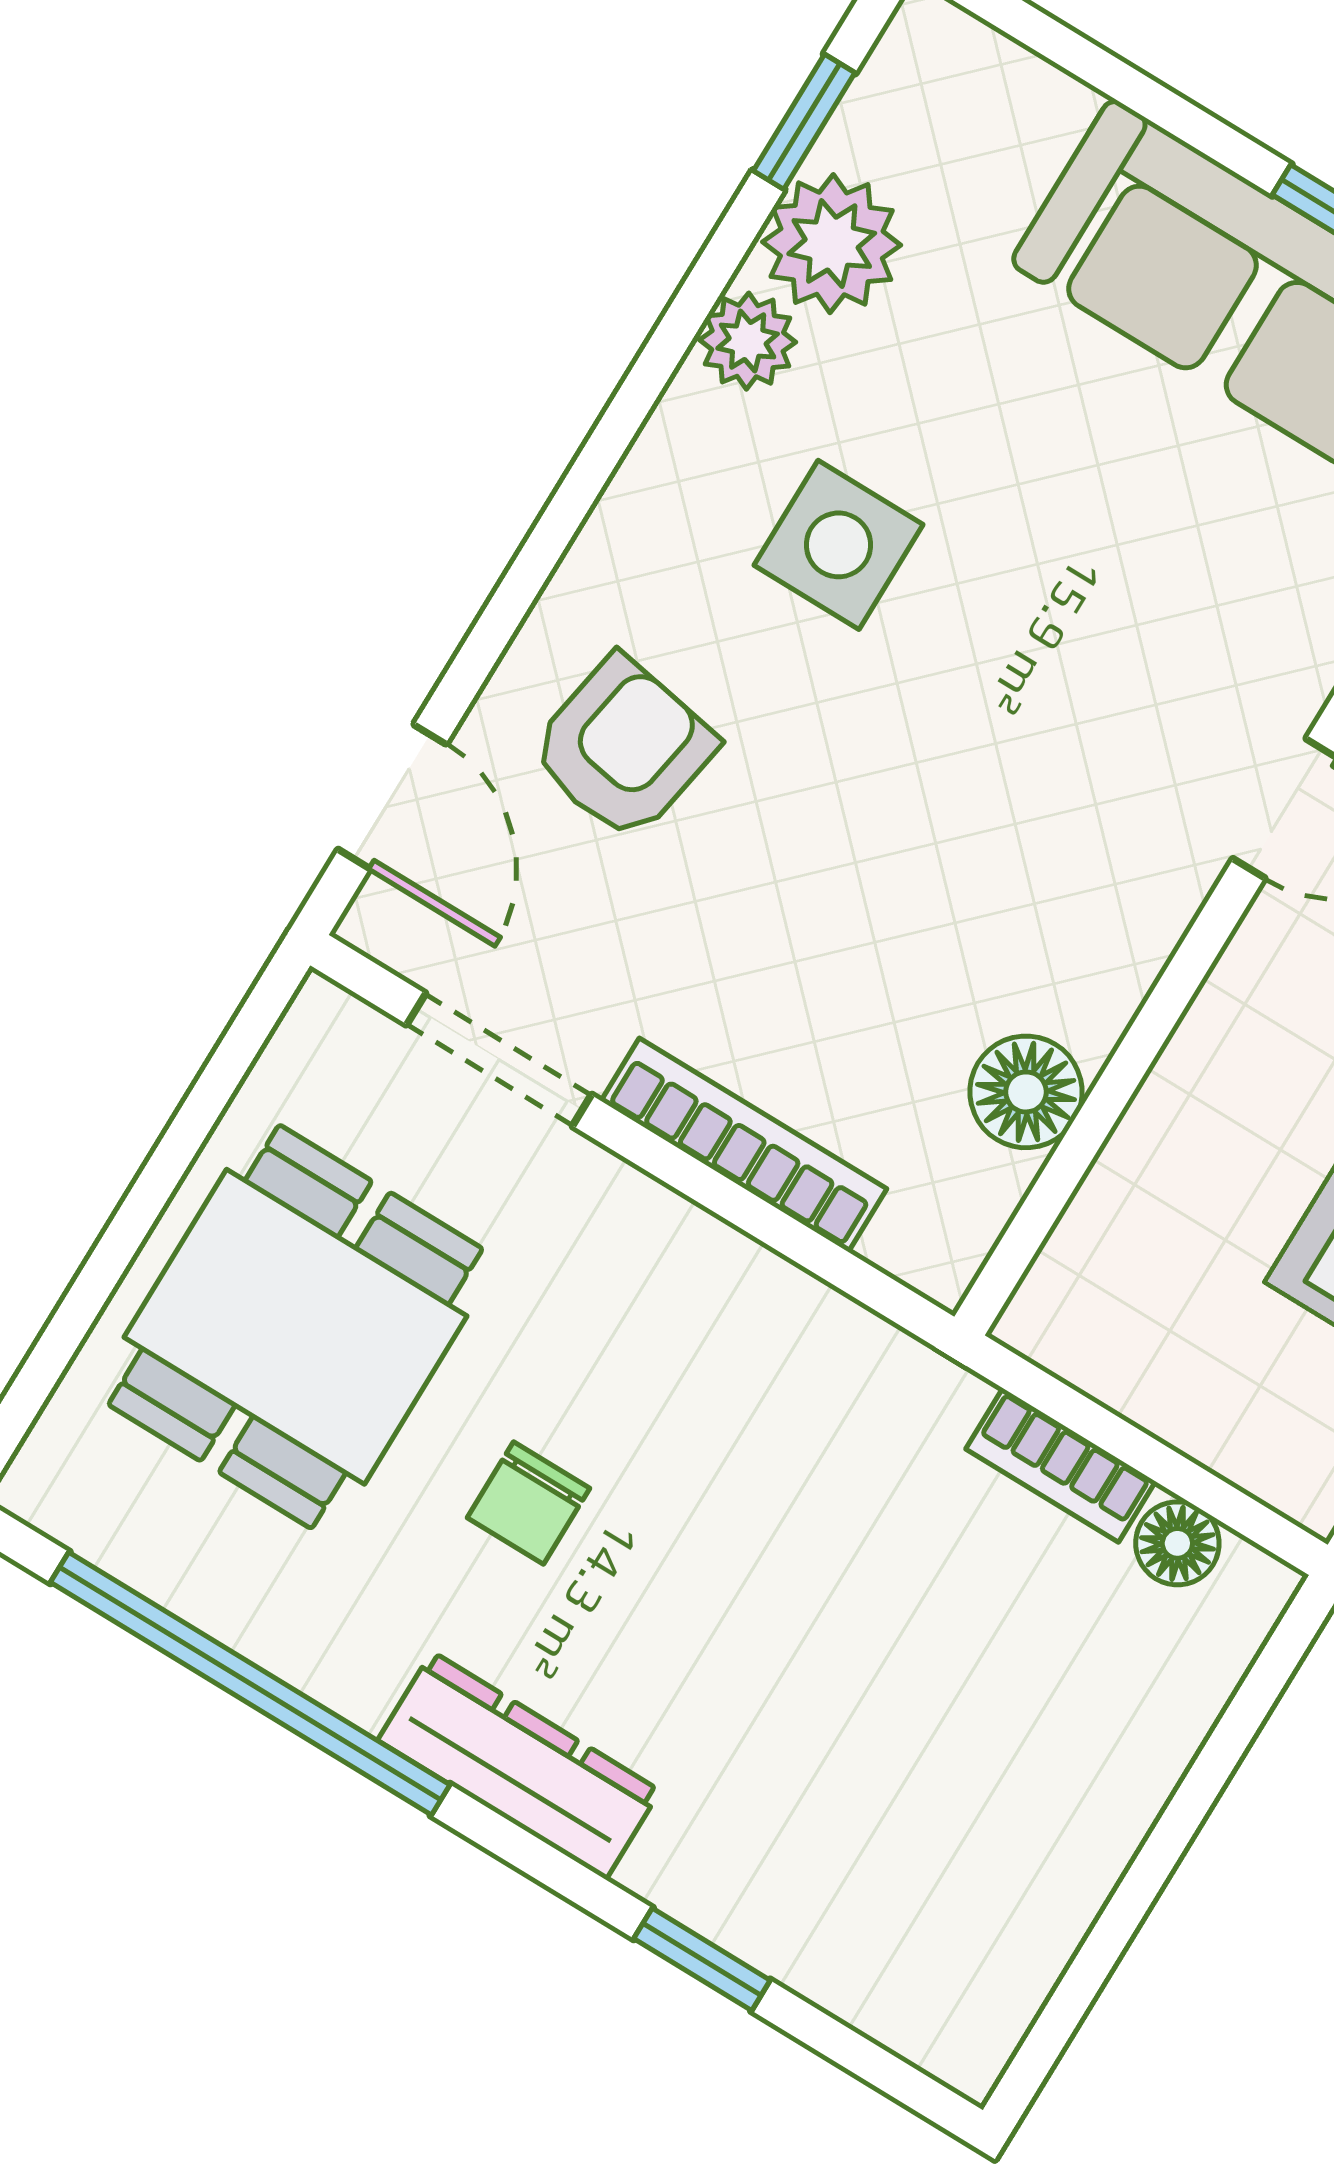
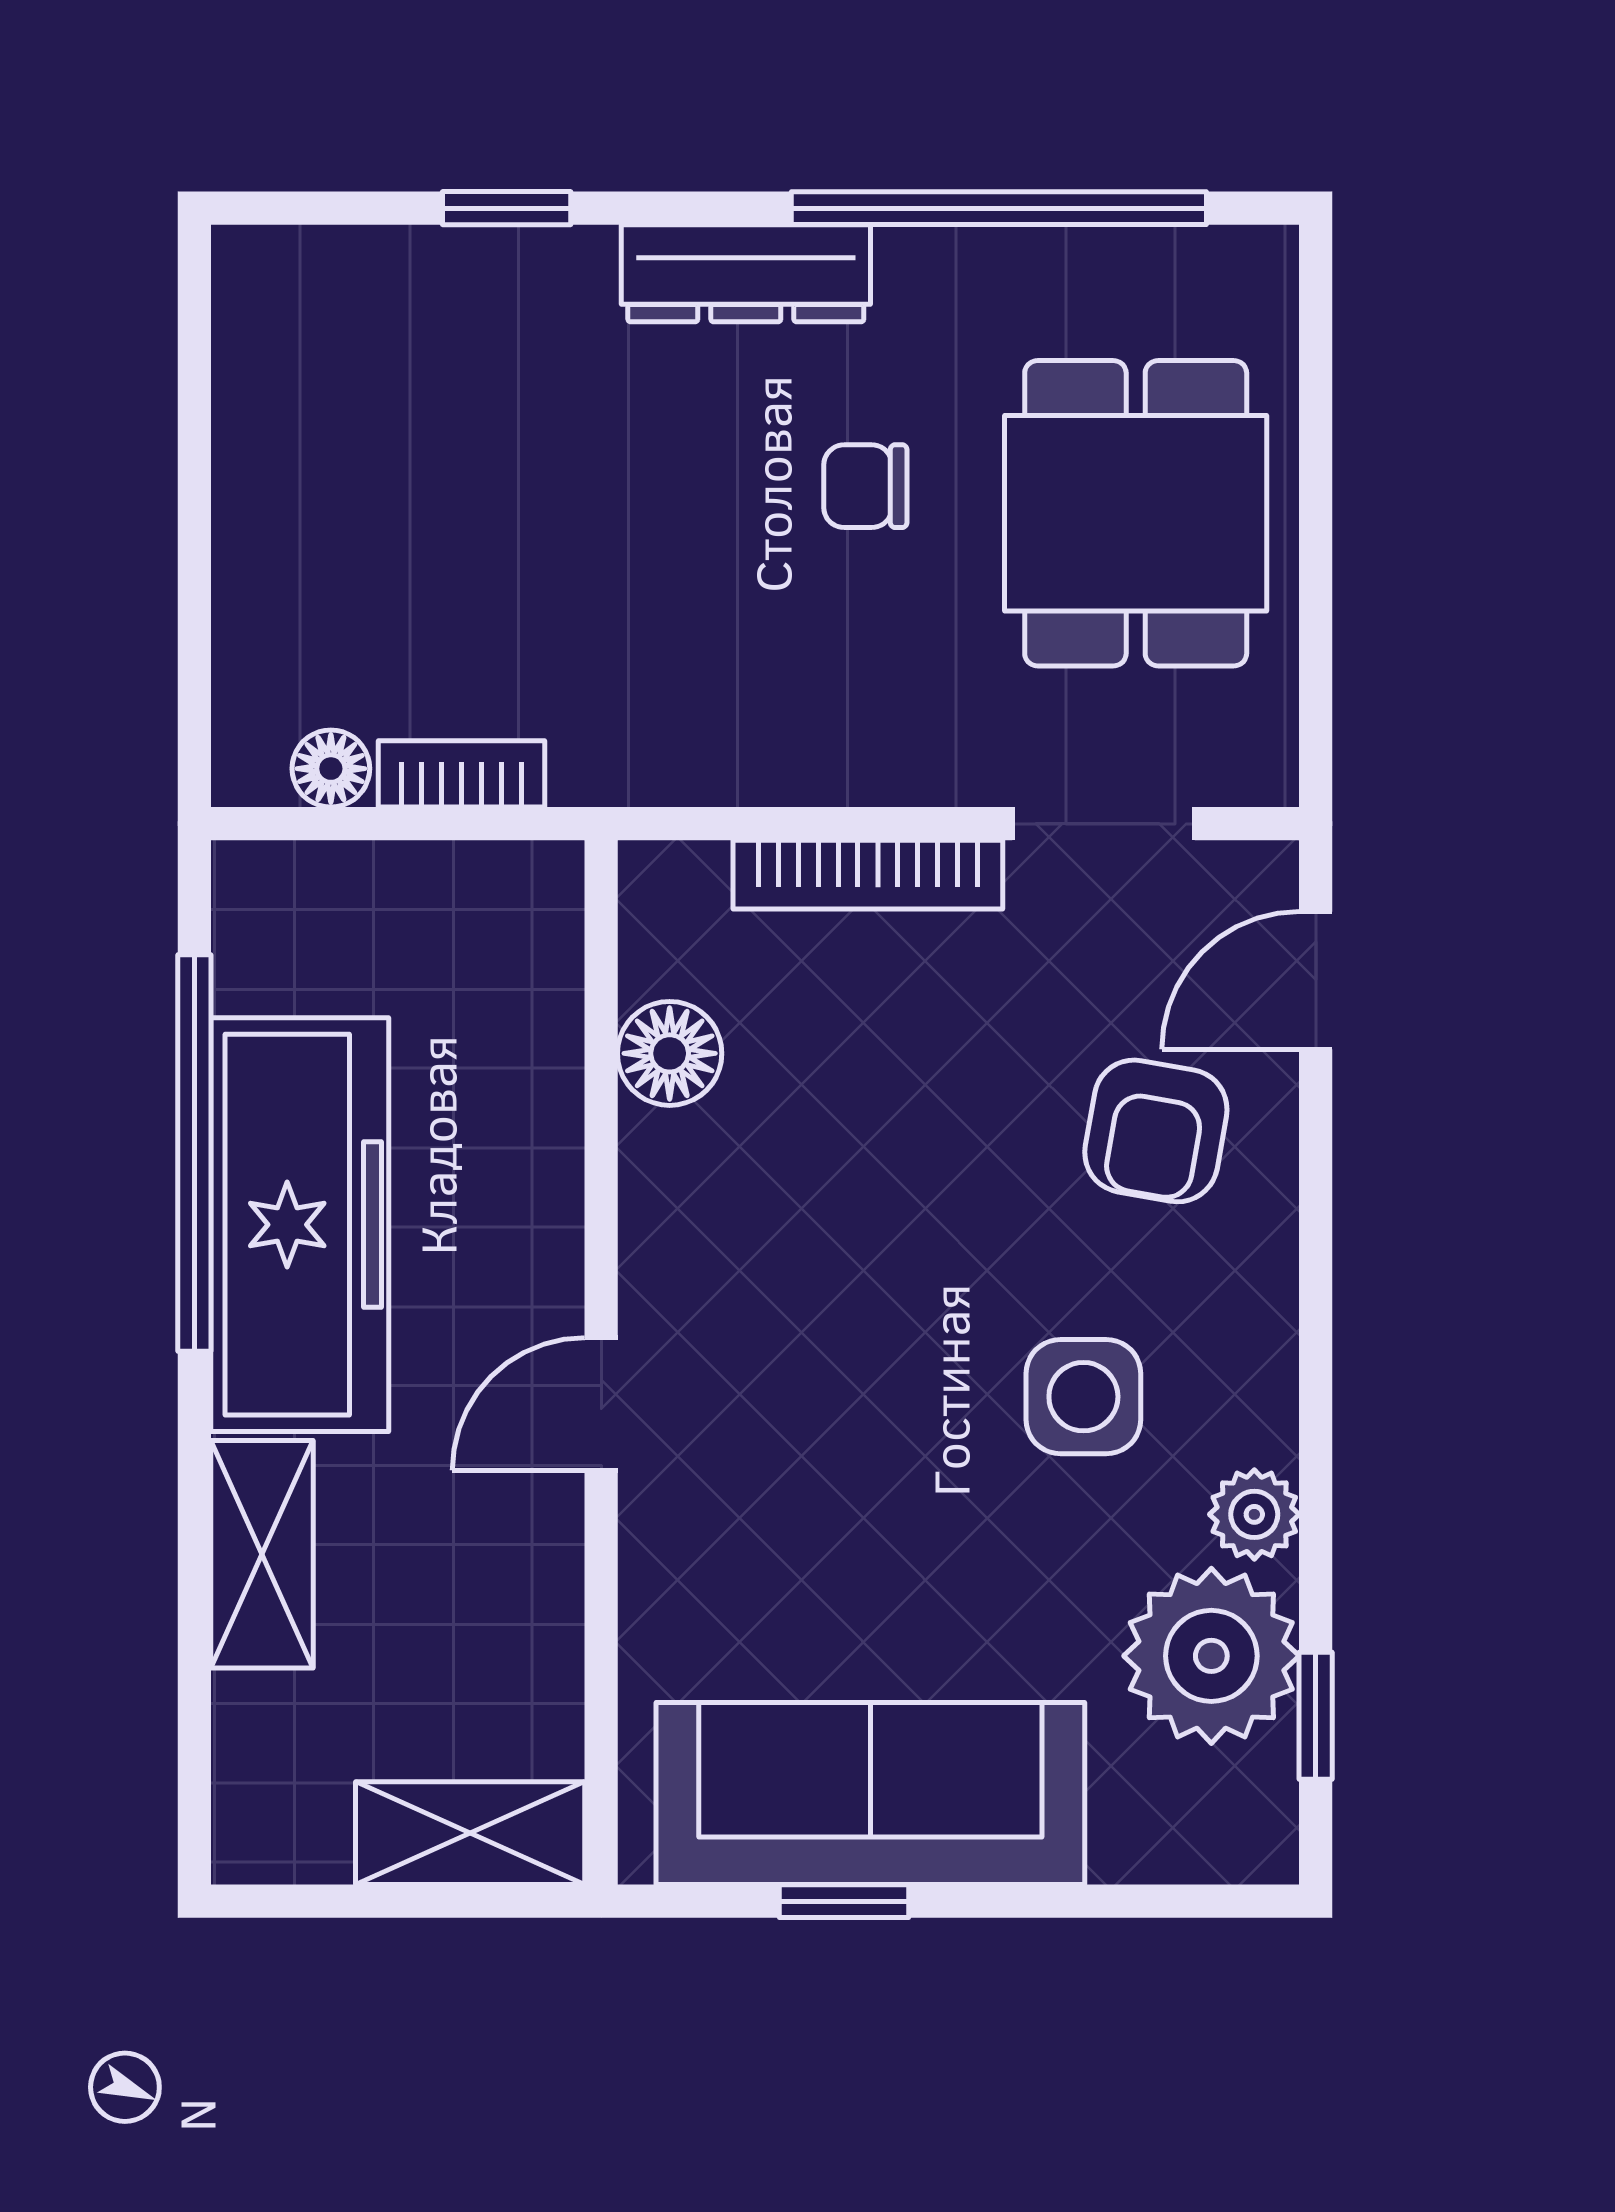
plant: (832, 244) -> (1211, 1656), width x1.36, depth x1.36
door: (392, 797) -> (1316, 981), hinge flipped
chair: (528, 1503) -> (865, 486), turned -90

